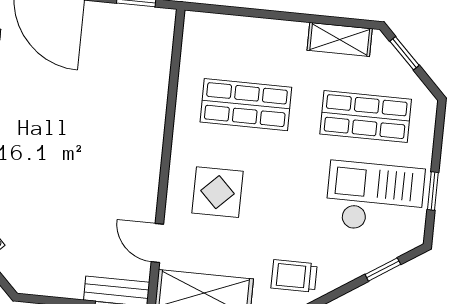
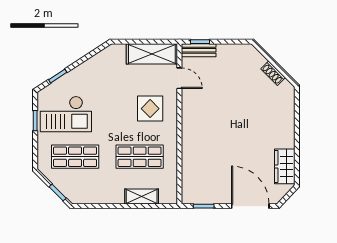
shelving: (340, 39) -> (142, 197), moved
trolley: (294, 276) -> (105, 68), removed

